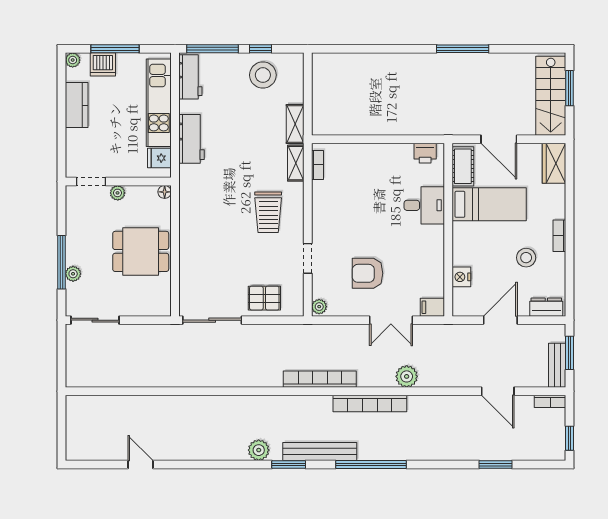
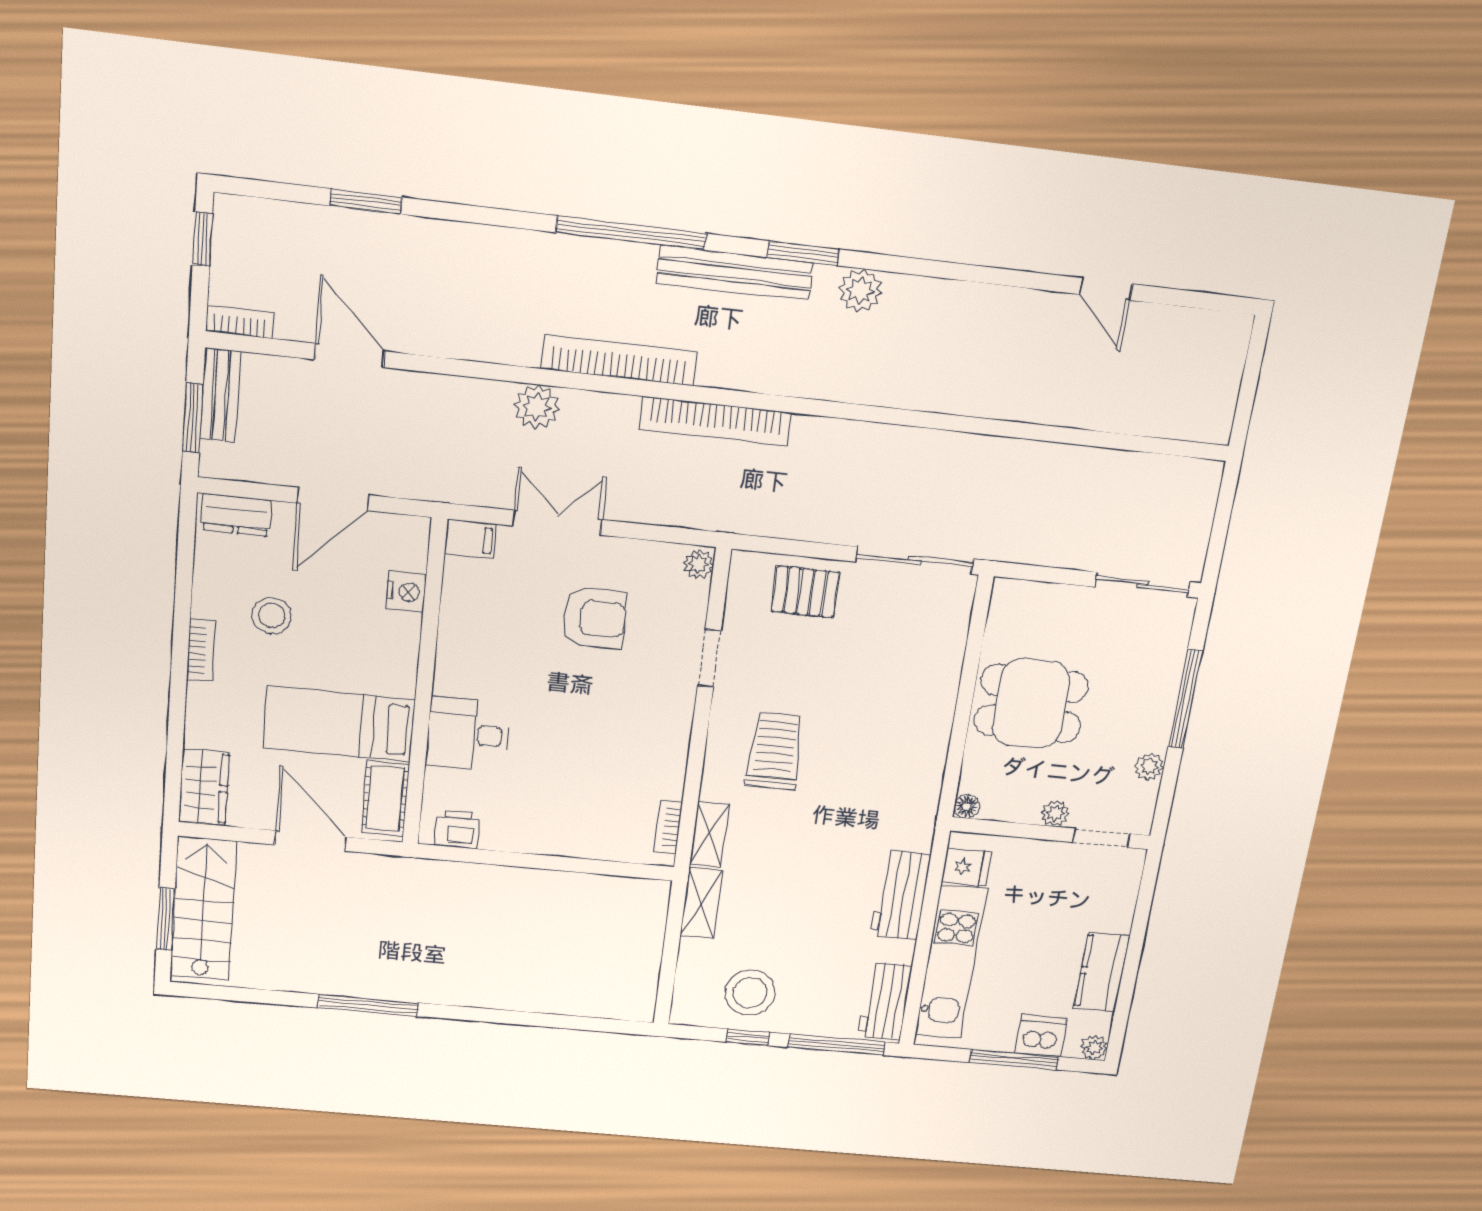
plant: (73, 274) -> (1149, 767), moved

